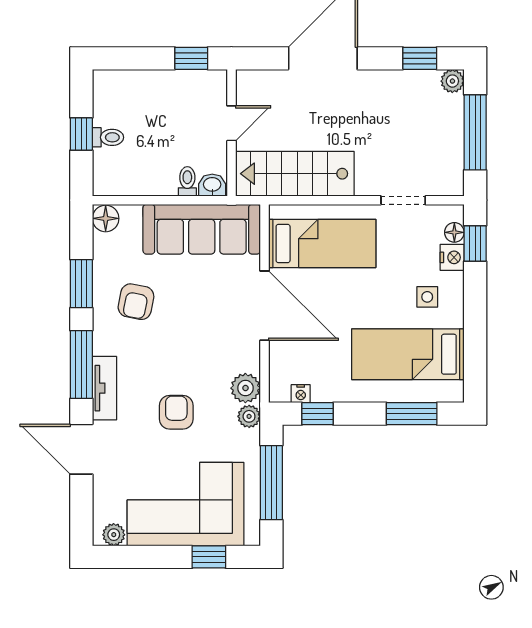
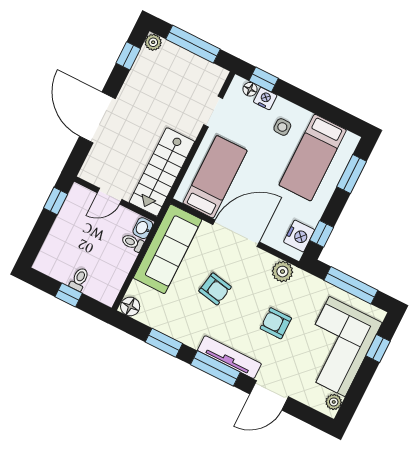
door: (231, 123) -> (110, 196), swing flipped
armchair: (136, 302) -> (215, 289), moved
tv unit: (104, 388) -> (229, 357), width x1.41
nightstand: (301, 394) -> (299, 236), width x1.89, depth x1.79
plant: (249, 416) -> (302, 278), removed

